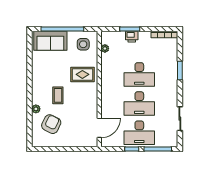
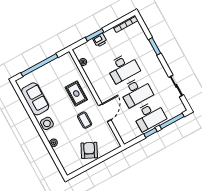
sofa: (50, 41) -> (35, 99), moved, turned -90
side table: (83, 44) -> (47, 123), moved
rug: (82, 74) -> (76, 94), turned 90
coffee table: (58, 95) -> (85, 120), moved
armchair: (51, 124) -> (89, 150), moved
door: (99, 128) -> (105, 113), moved

